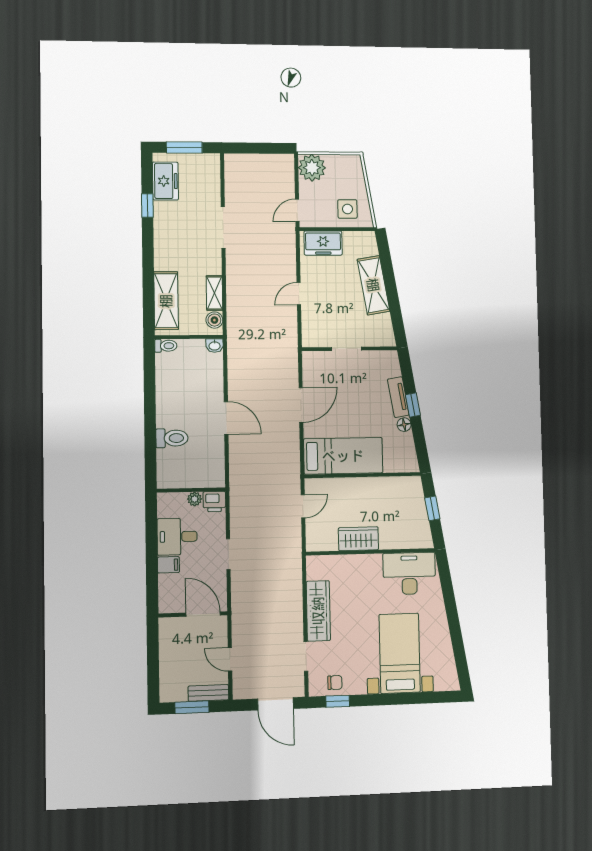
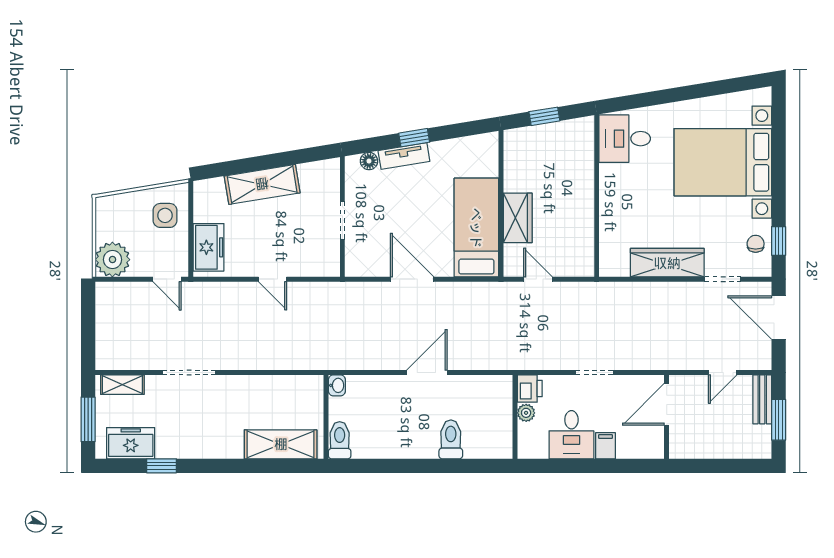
shelving: (214, 293) -> (122, 385), moved
boiler: (214, 320) -> (305, 385), removed
toilet: (166, 346) -> (340, 440), width x1.37, depth x1.39
floor lamp: (404, 425) -> (369, 161), moved
wardrobe: (358, 539) -> (518, 218), moved, turned 180
desk: (409, 573) -> (625, 139), width x0.73
bed with nightstands: (400, 653) -> (723, 162), width x1.36
door: (276, 704) -> (779, 318), swing flipped

